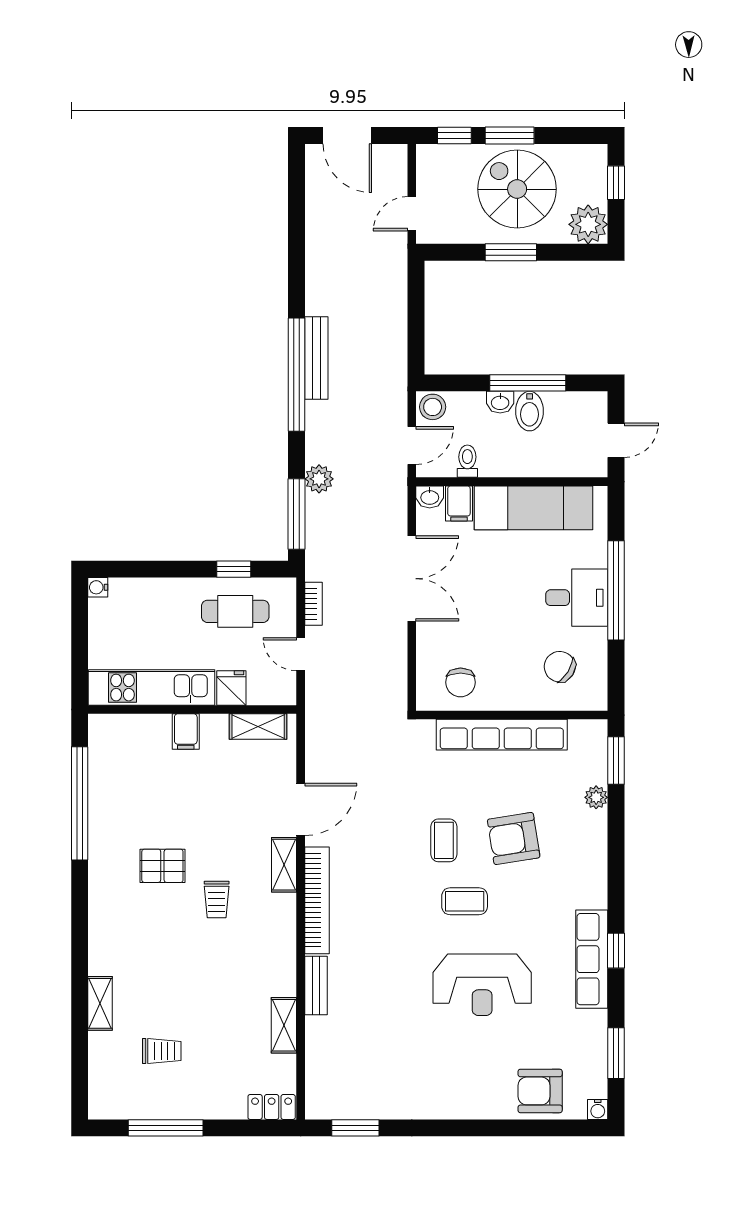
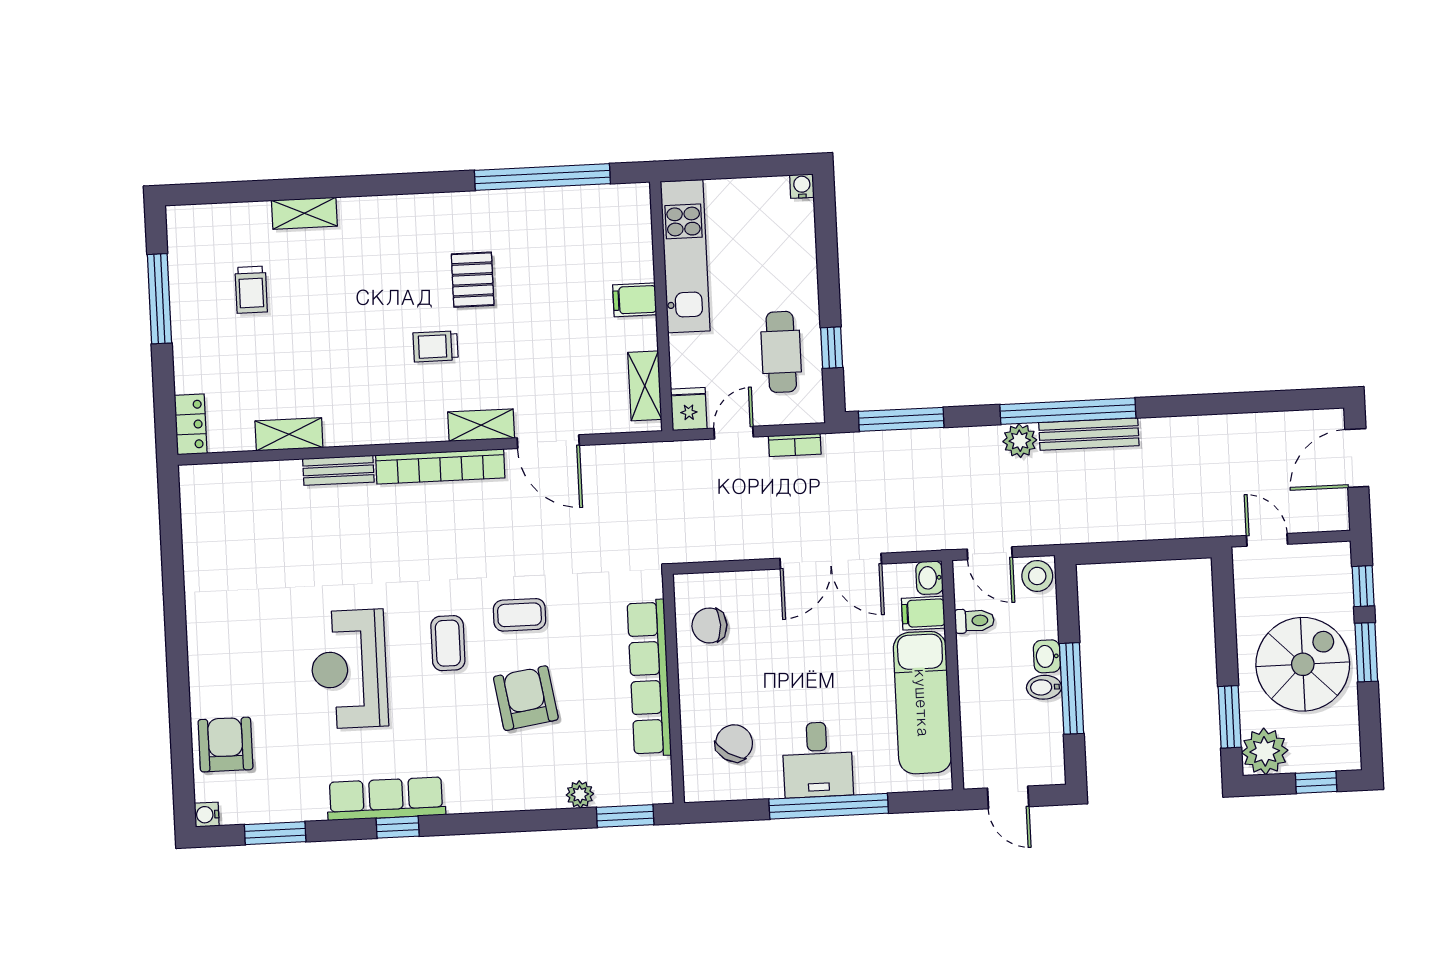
window: (511, 252) -> (1230, 717), moved
bidet: (530, 411) -> (1044, 687), width x0.72, depth x0.74
plant: (319, 479) -> (1020, 441), moved
fridge: (231, 688) -> (689, 409), moved, turned -90
window: (355, 1128) -> (171, 526), removed

